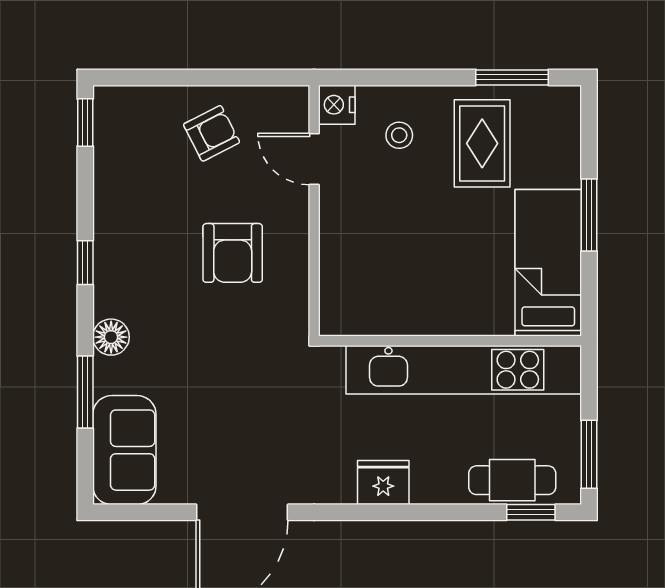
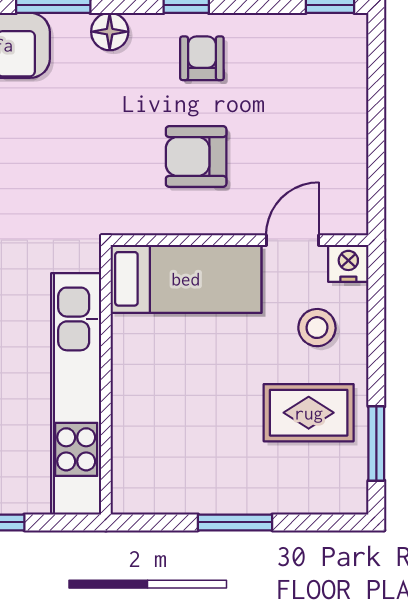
armchair: (212, 133) -> (202, 58), moved, turned -153
stool: (399, 135) -> (317, 328), width x1.37, depth x1.37
bed: (548, 263) -> (186, 279), moved

